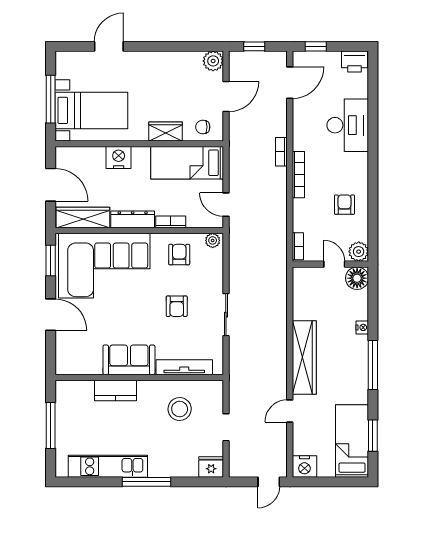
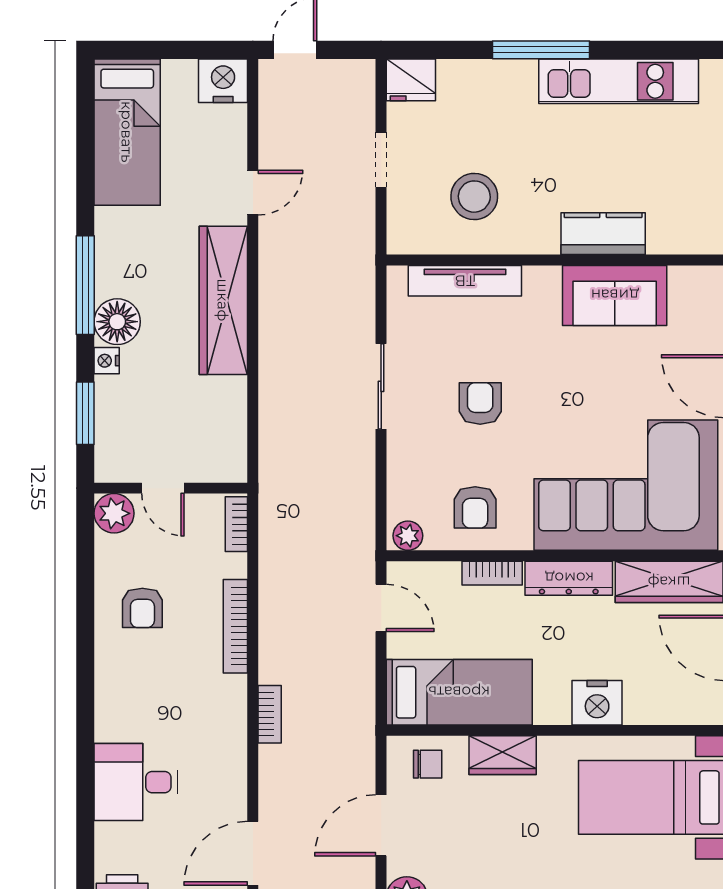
desk: (348, 125) -> (136, 782), width x0.73
bookcase: (298, 175) -> (235, 626), moved
floor lamp: (357, 278) -> (117, 322), moved
sofa: (129, 360) -> (615, 295), moved
window: (373, 436) -> (85, 413), moved

